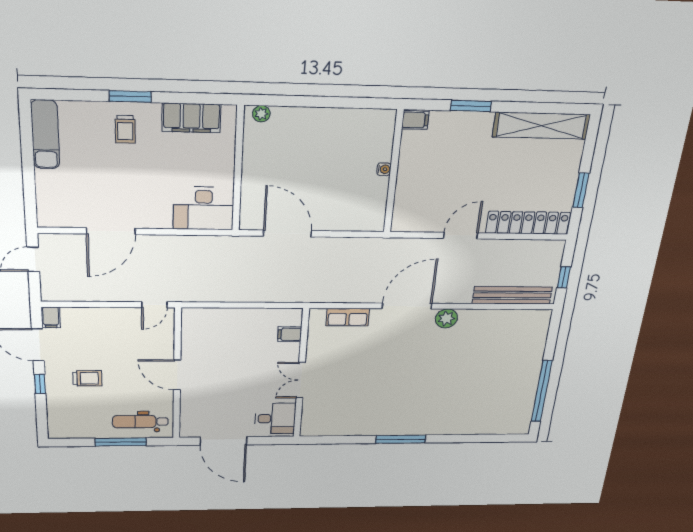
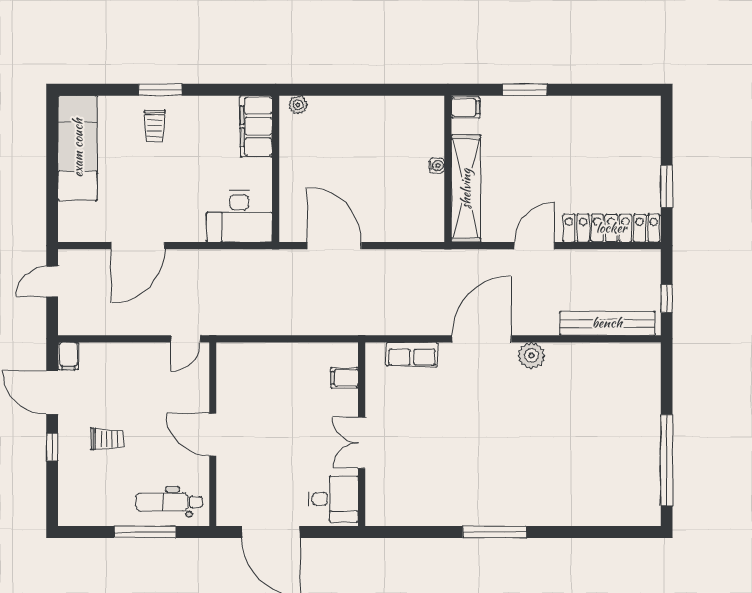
filing cabinet: (191, 118) -> (256, 126), moved, turned 90
shelving: (541, 126) -> (466, 189), moved, turned 90
exam couch: (45, 135) -> (78, 148), width x1.36, depth x1.45

